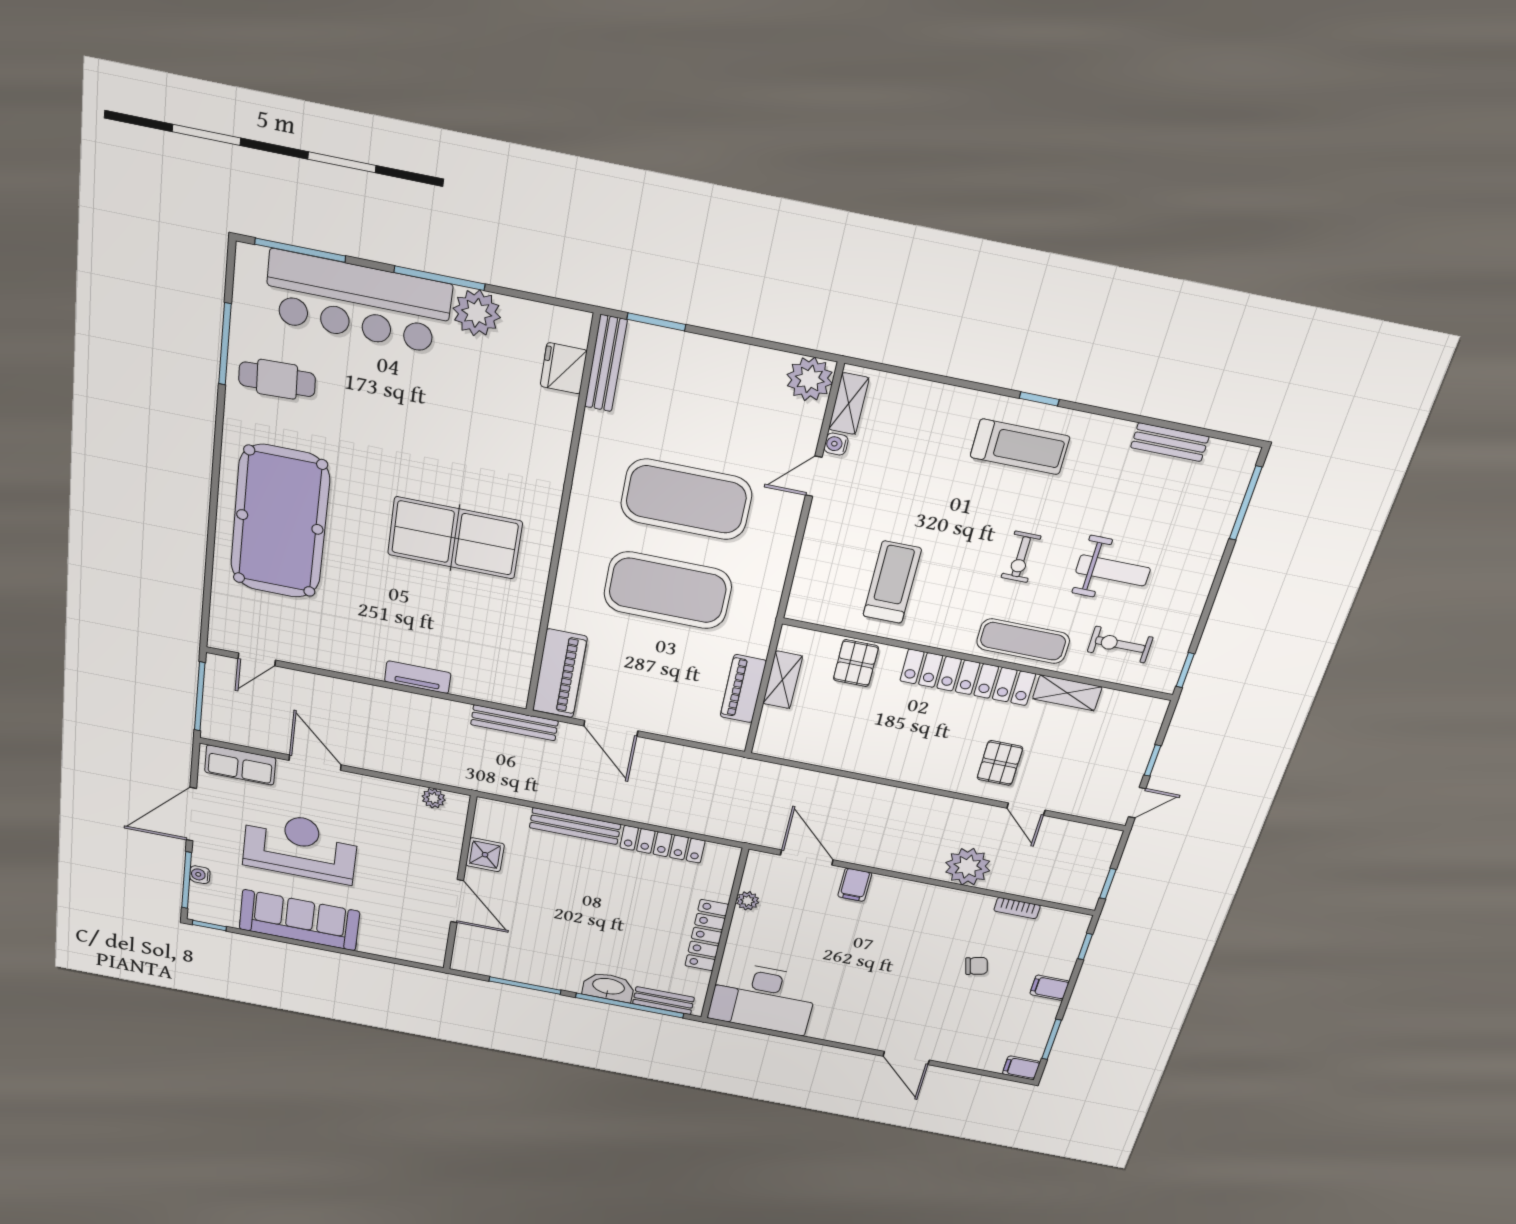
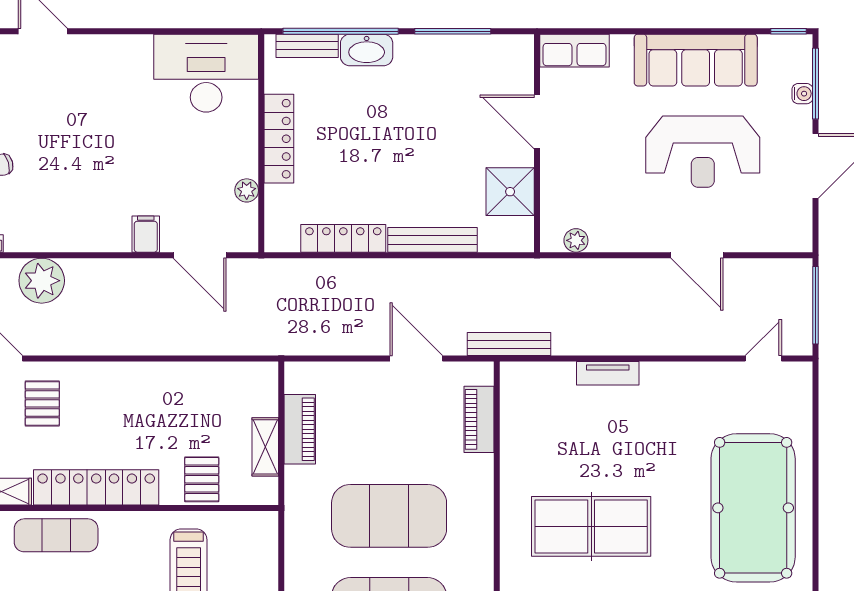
piano: (560, 674) -> (479, 419), width x0.73, depth x0.75
row of seats: (240, 765) -> (575, 51), moved, turned 180
shower: (485, 855) -> (510, 192), width x1.36, depth x1.36

